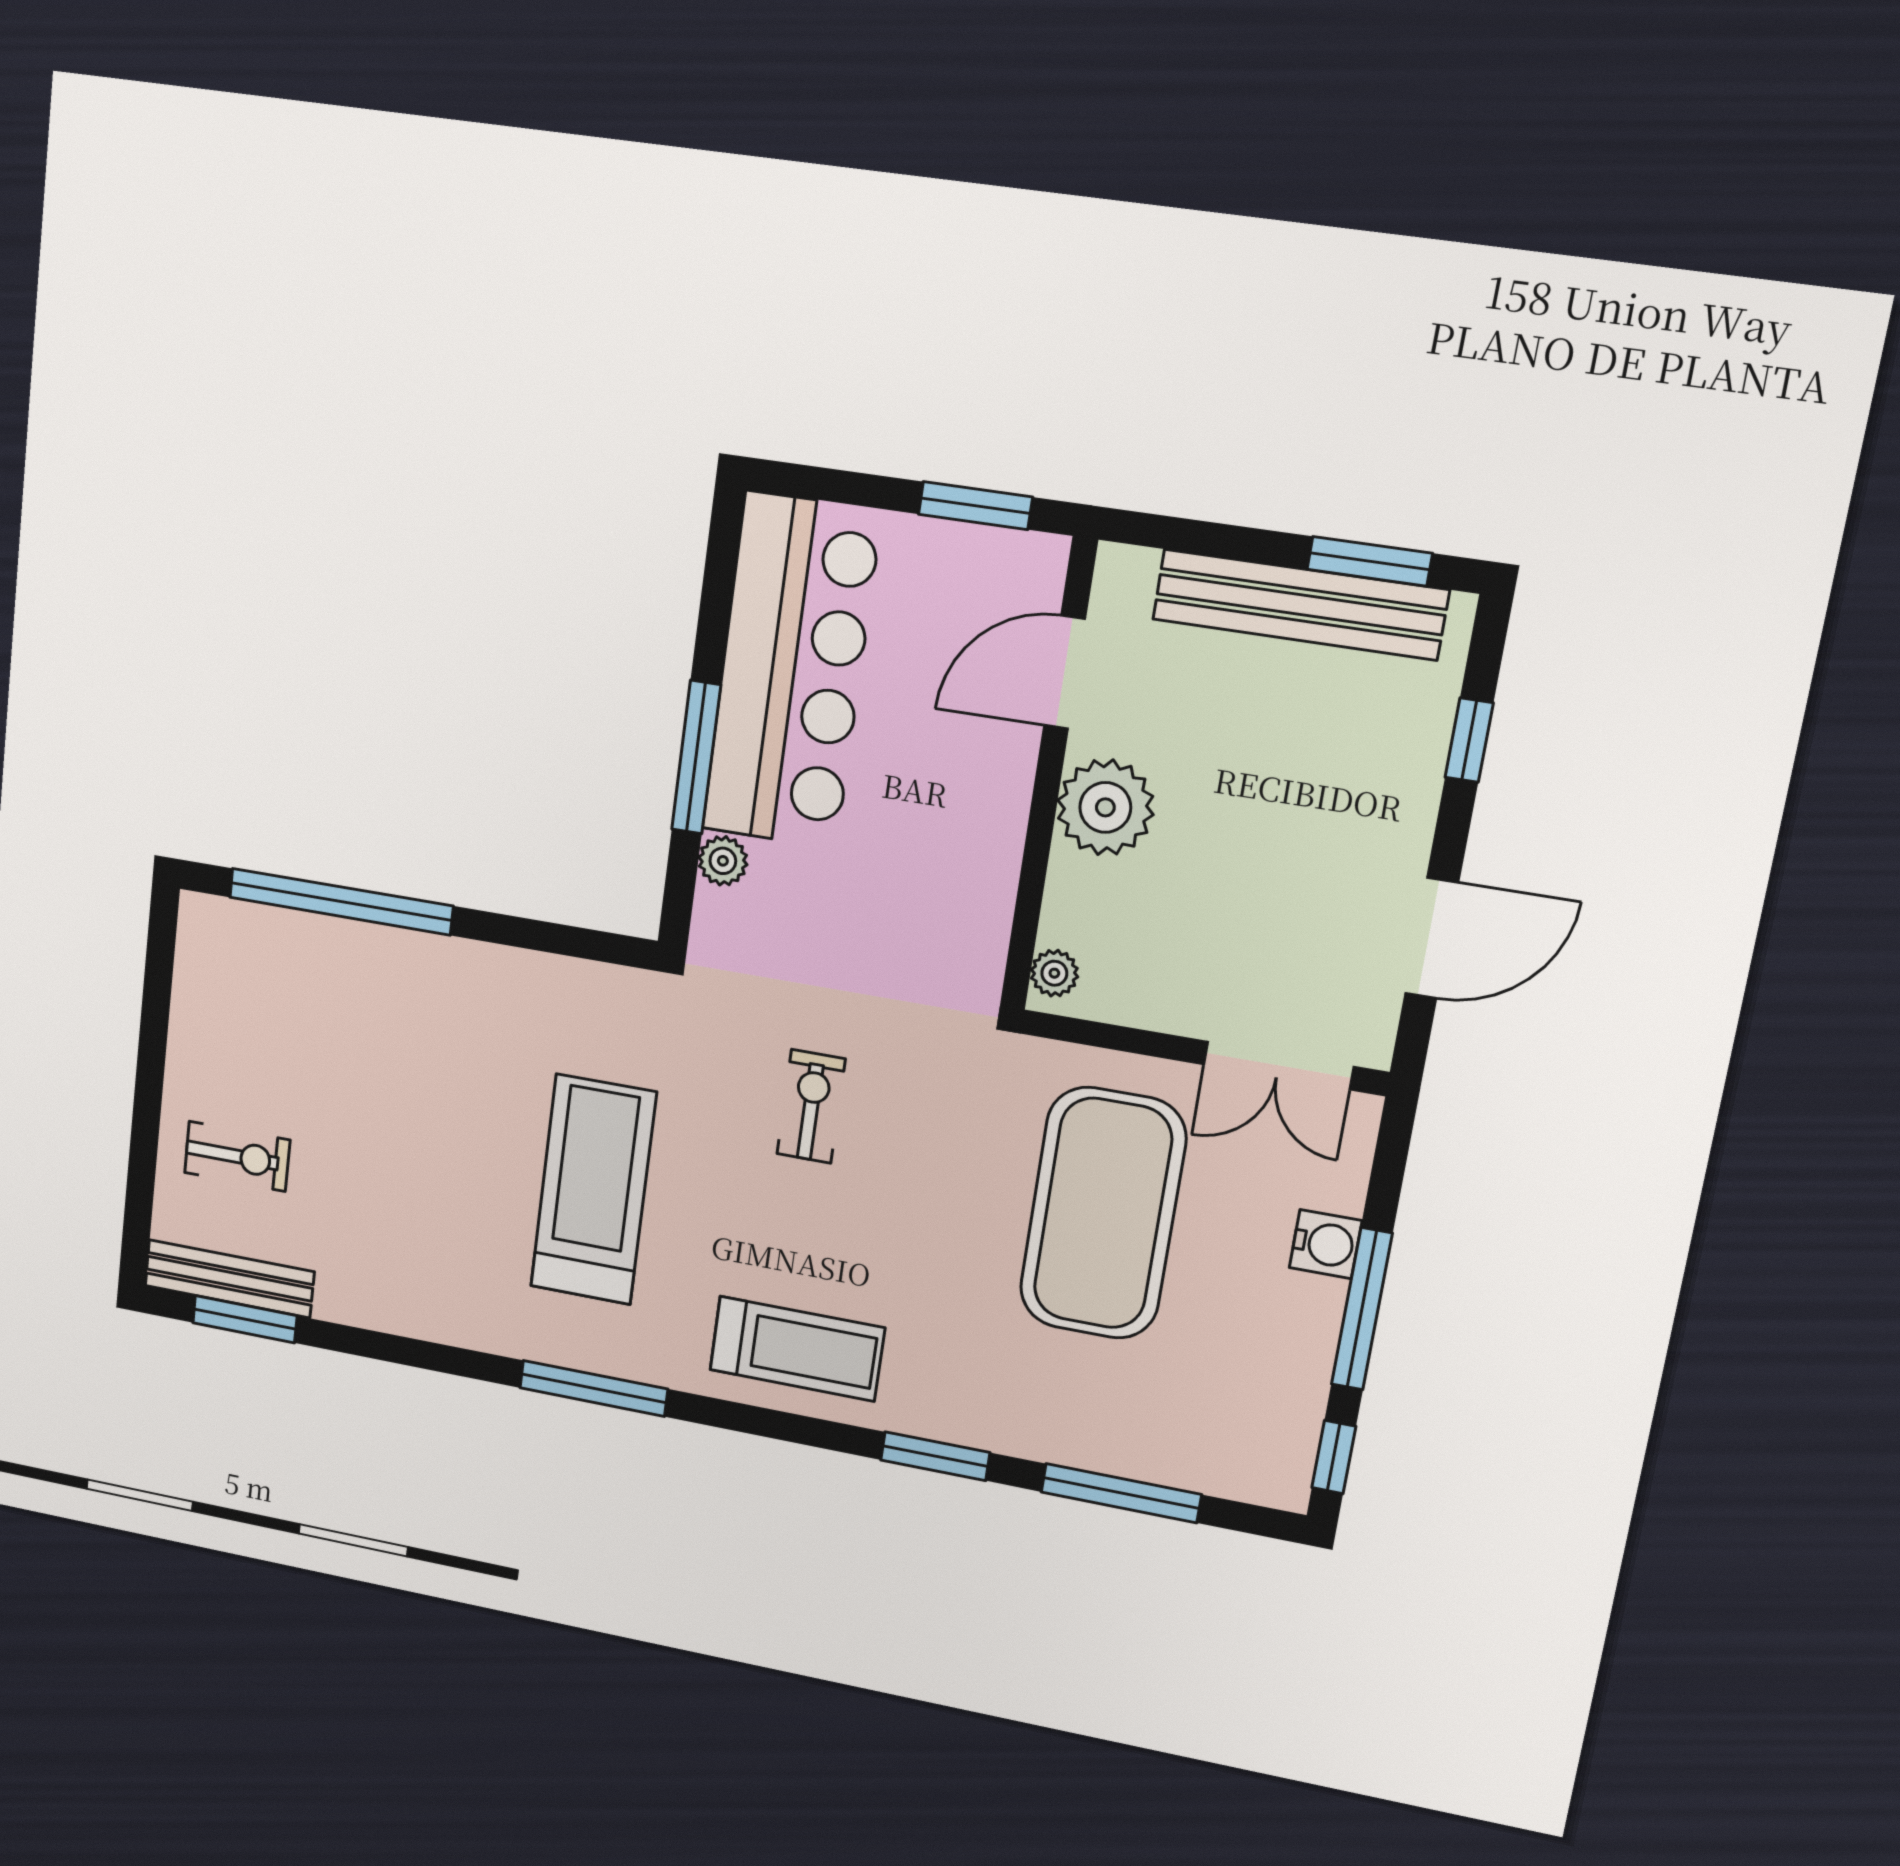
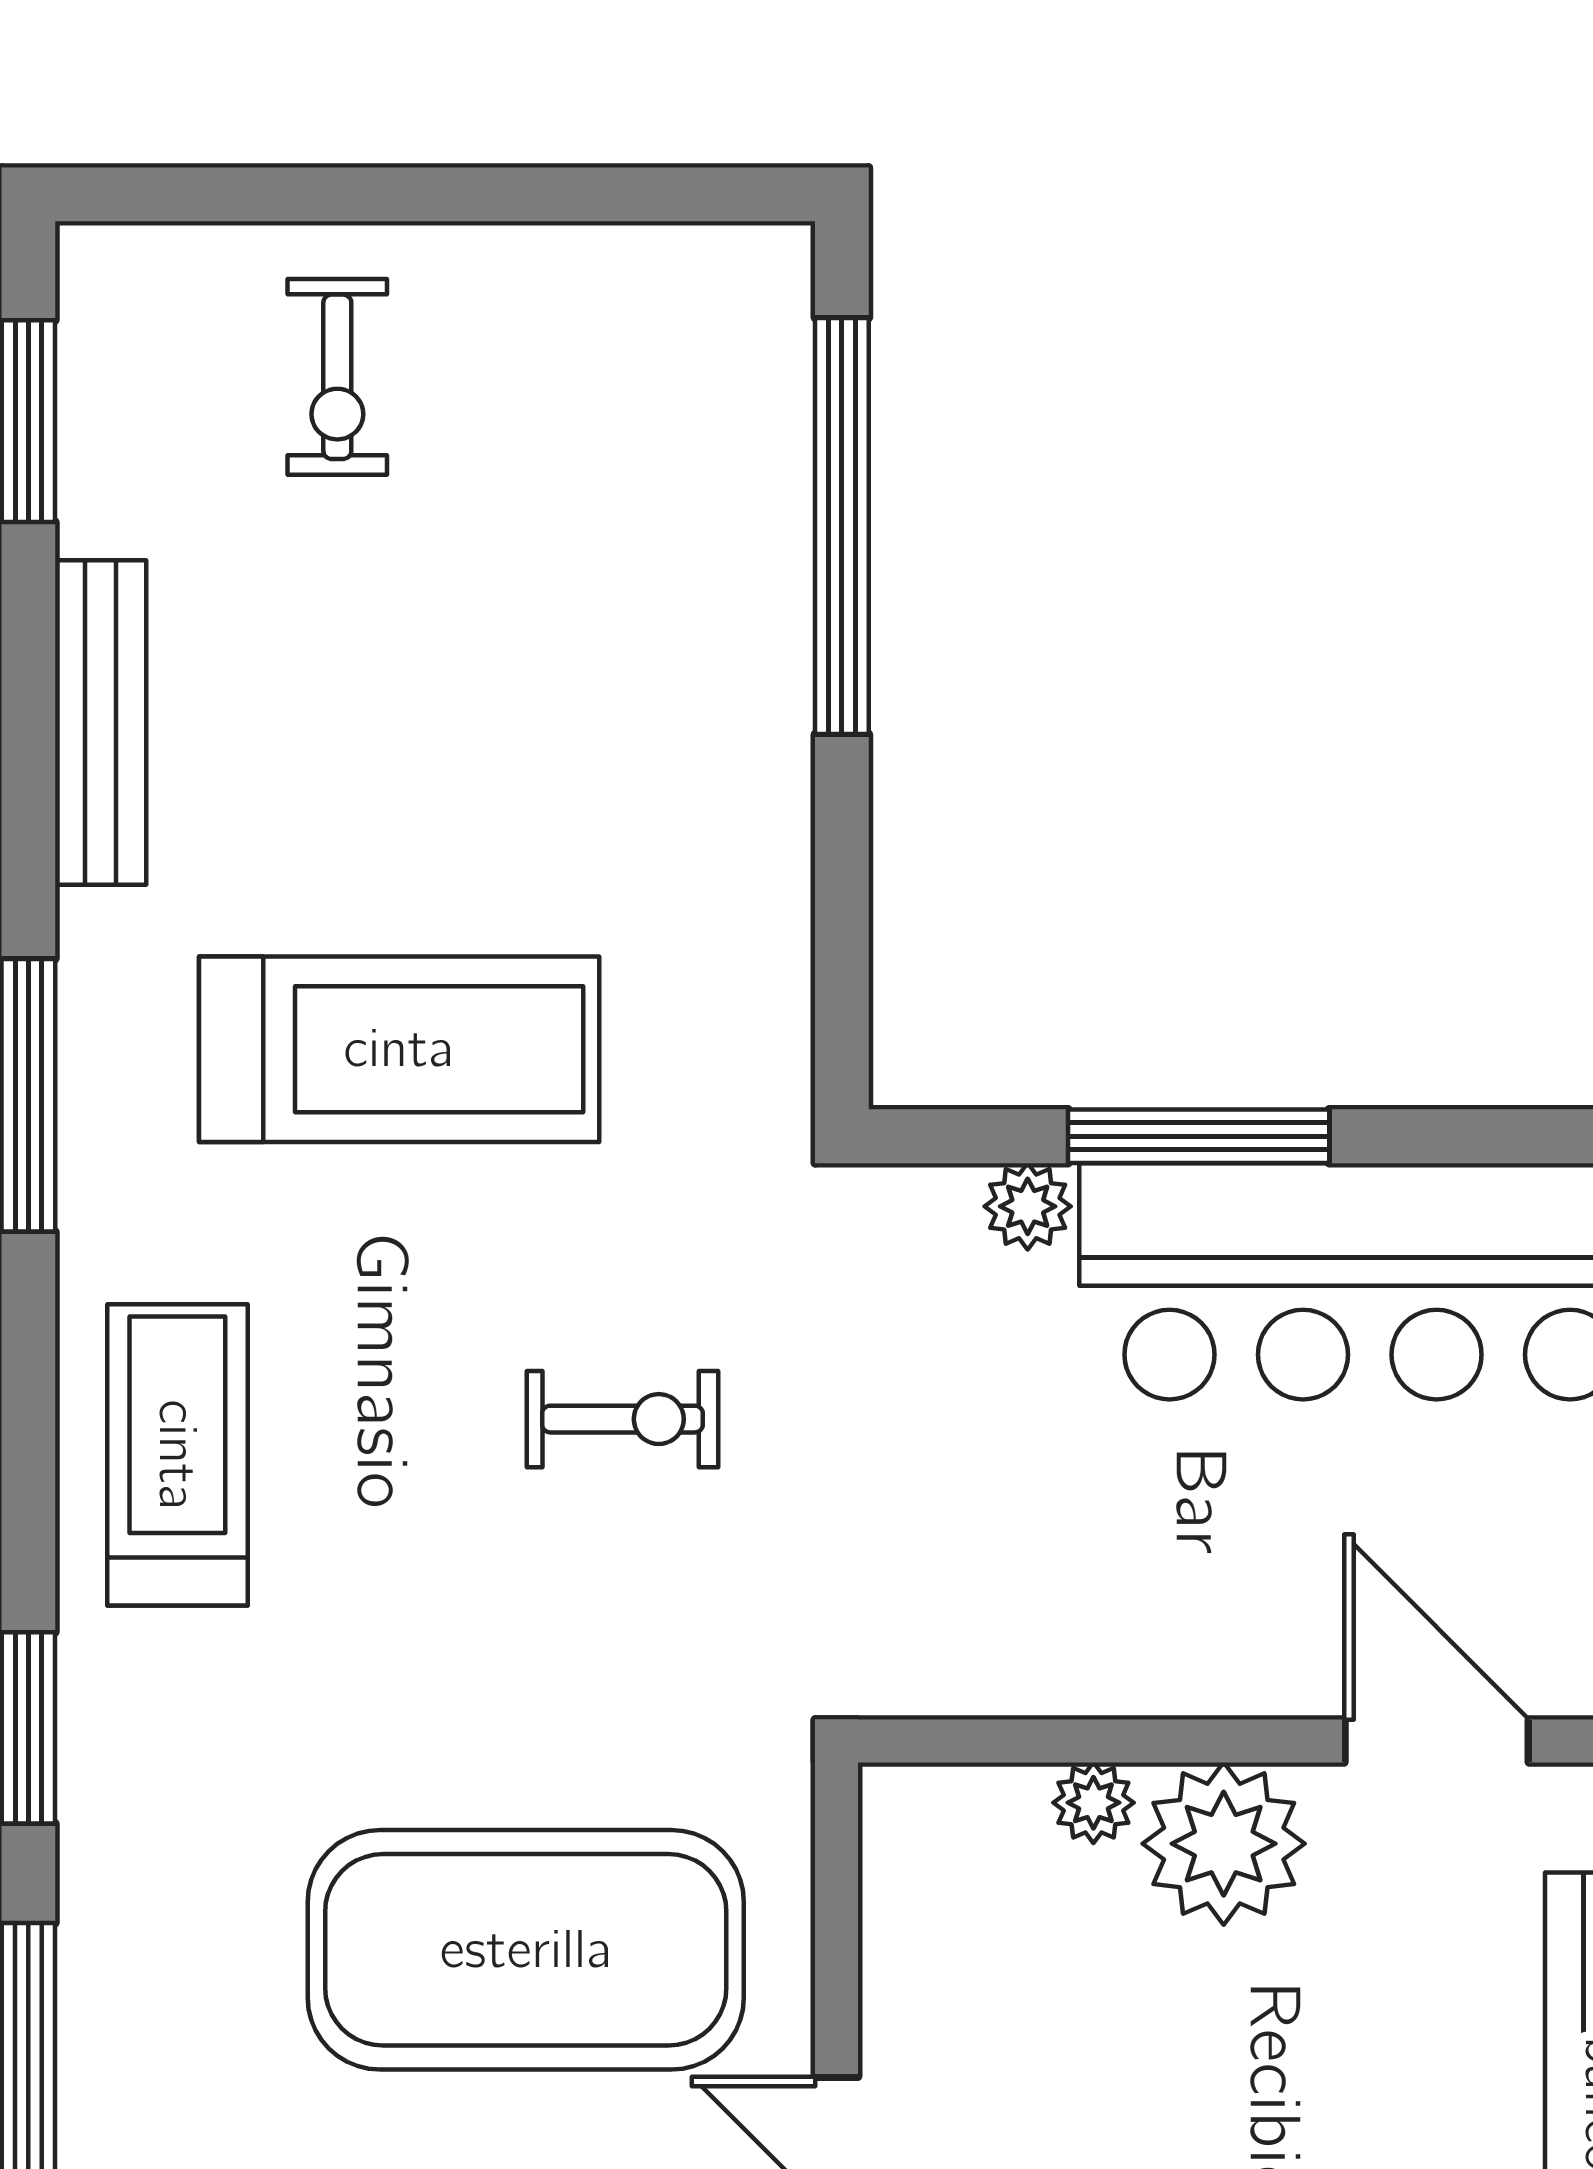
plant: (1054, 973) -> (1093, 1803), moved
bench: (229, 1279) -> (101, 723), moved
treadmill: (797, 1349) -> (177, 1455), turned 180

